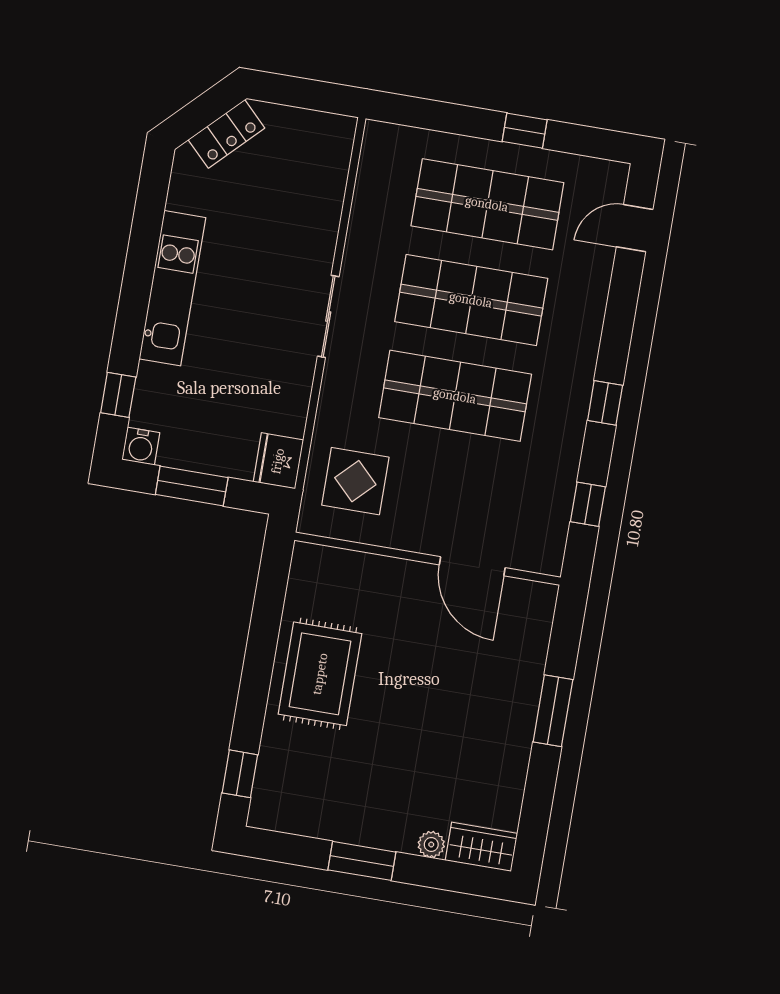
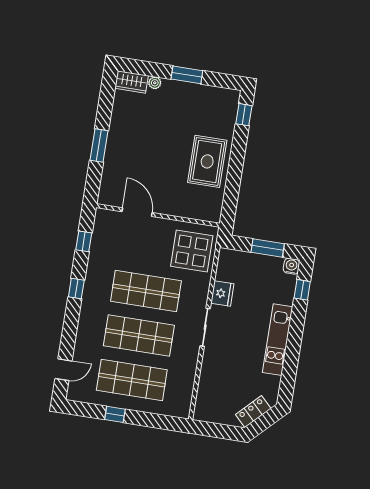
fridge: (278, 461) -> (222, 294), moved
display table: (355, 481) -> (192, 251), width x1.36, depth x1.36

